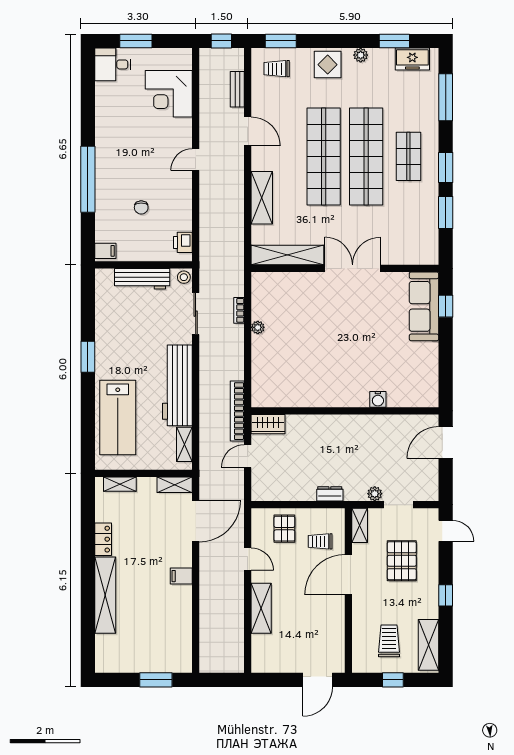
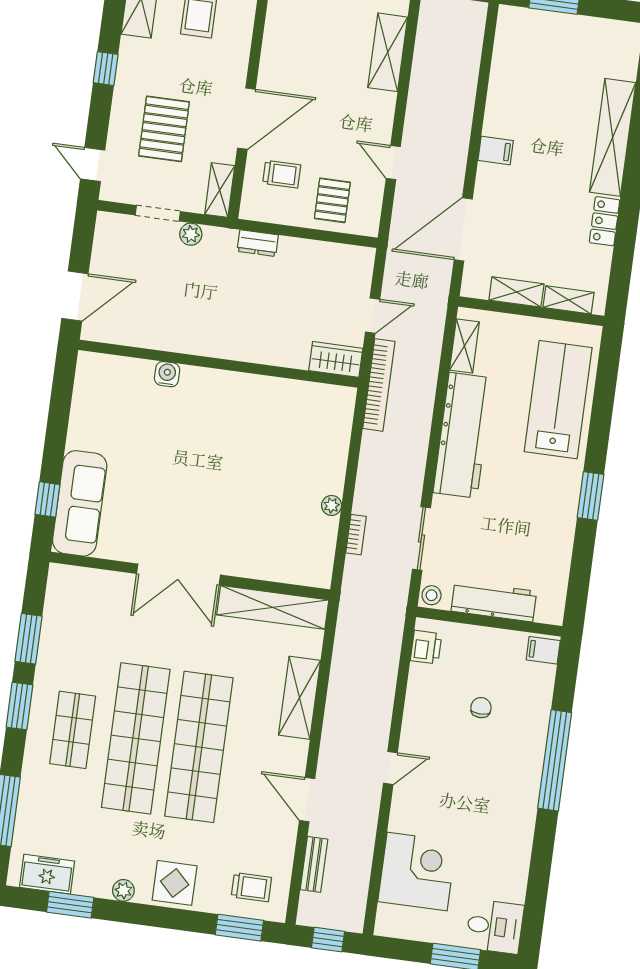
shelving: (175, 485) -> (516, 292), moved
shelving: (261, 608) -> (388, 52), moved

